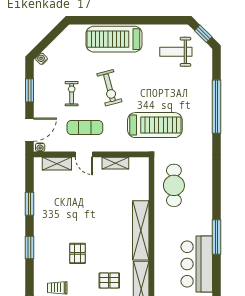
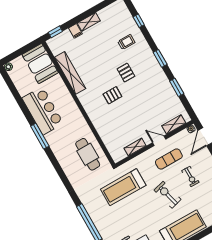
shelving: (141, 230) -> (93, 112), removed
pallet: (109, 280) -> (112, 95), moved

